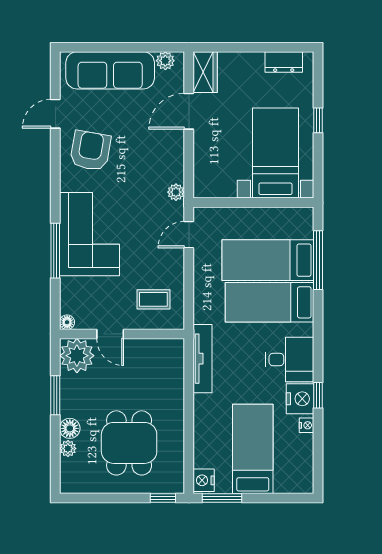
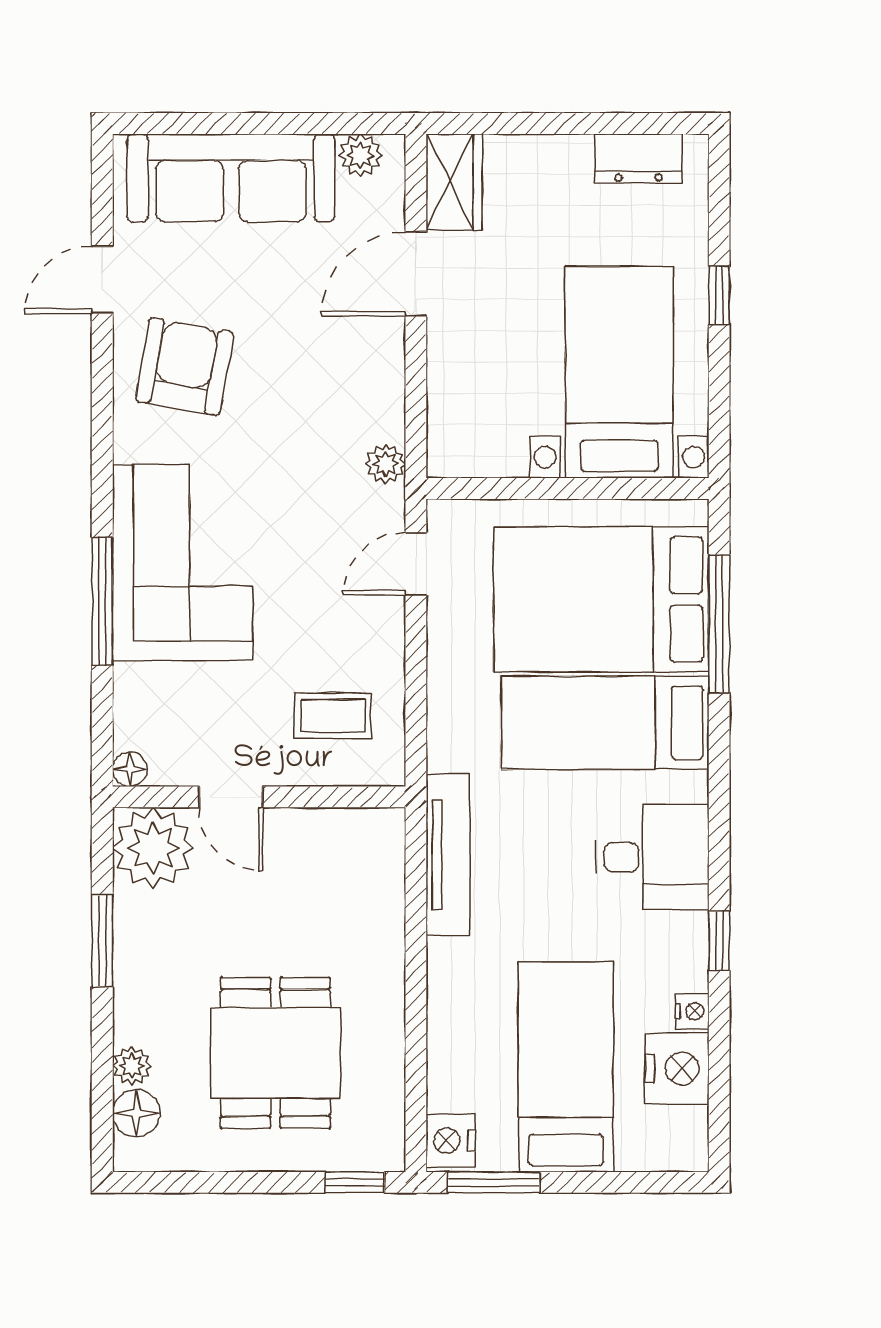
bed: (268, 260) -> (601, 599), width x1.50
nightstand: (300, 399) -> (677, 1069), moved
floor lamp: (70, 428) -> (136, 1113), moved

